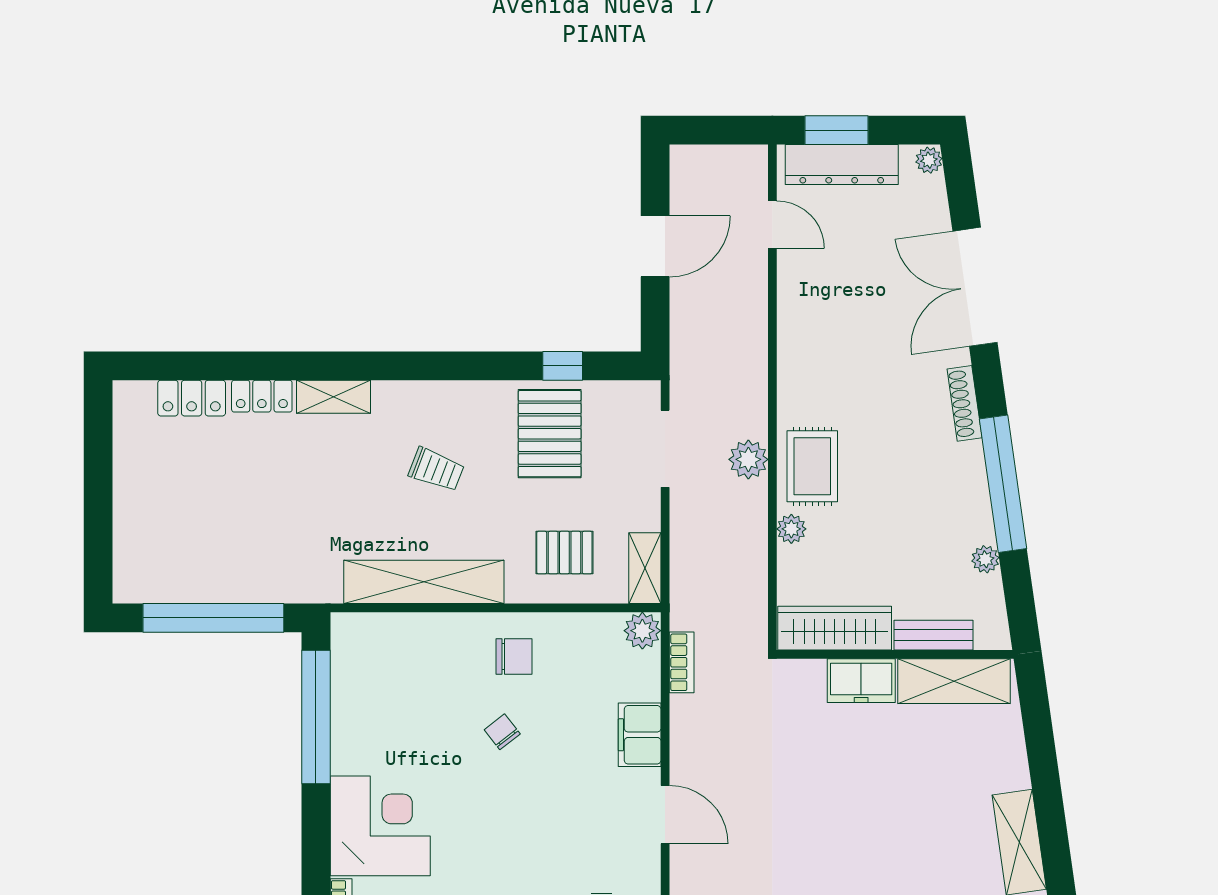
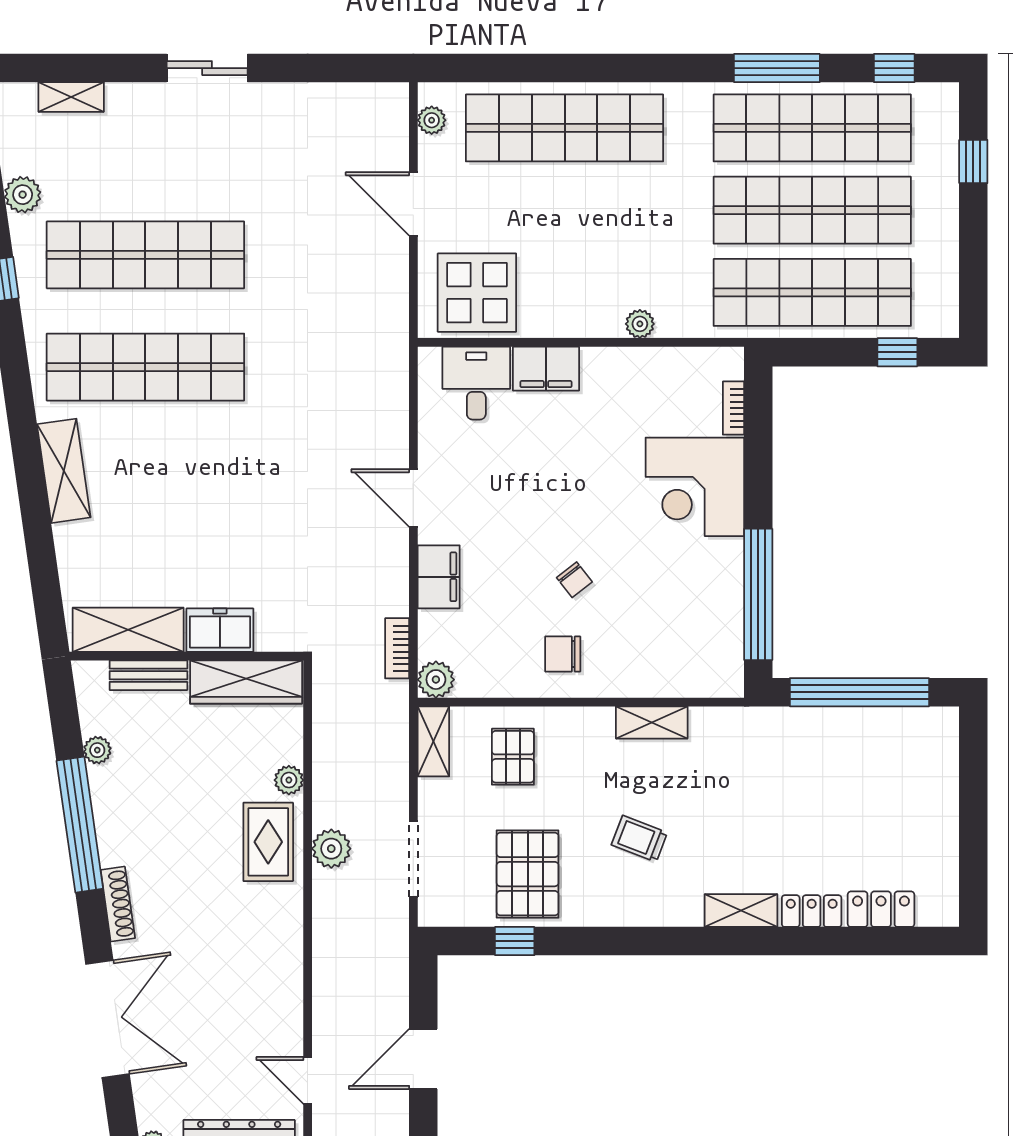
pallet: (564, 553) -> (513, 757), turned 90
shelving: (424, 582) -> (652, 722), width x0.45, depth x0.75

